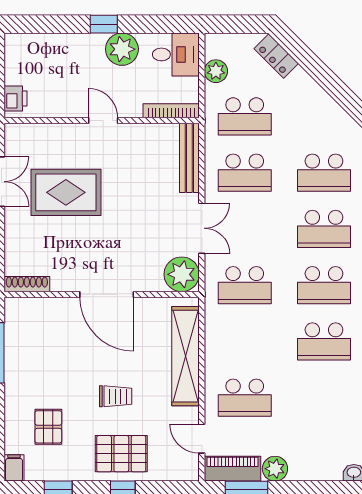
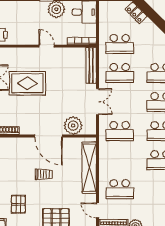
plant: (216, 71) -> (105, 21), removed
plant: (182, 274) -> (73, 126), moved
trolley: (116, 396) -> (44, 174), moved

